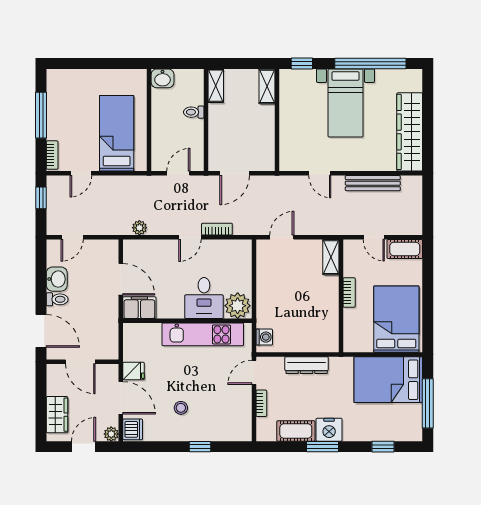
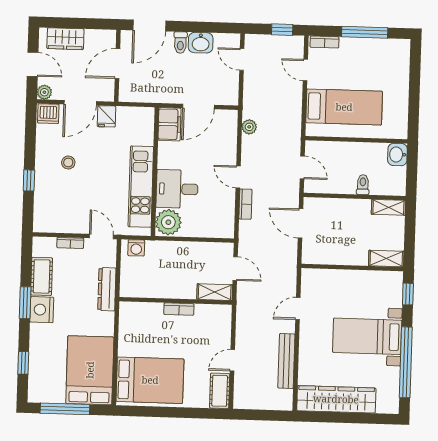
shelving: (331, 257) -> (215, 292), moved
bookcase: (349, 292) -> (179, 309), moved
wall: (341, 296) -> (176, 301), moved

